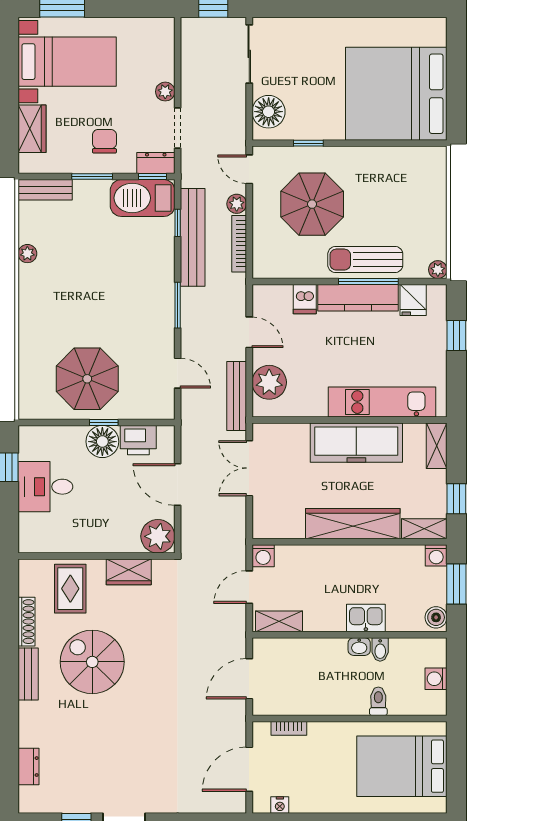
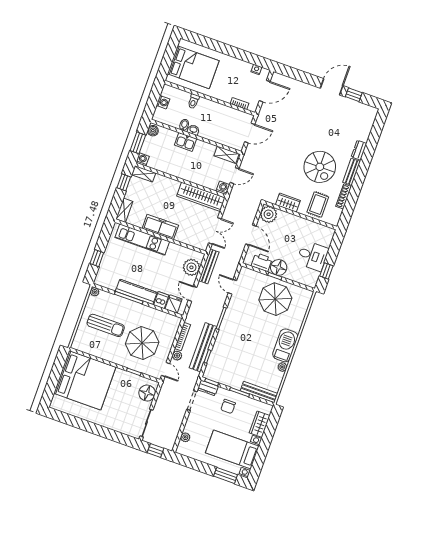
plant: (165, 92) -> (185, 437), moved
bench: (45, 190) -> (259, 392), width x1.36
barbecue: (143, 198) -> (285, 345), moved, turned -90
sun lounger: (365, 260) -> (106, 325), moved
fridge: (413, 300) -> (174, 304), moved
freezer: (356, 443) -> (160, 227), width x0.73, depth x0.79
wardrobe: (353, 524) -> (201, 197), moved
dresser: (29, 767) -> (359, 150), moved

